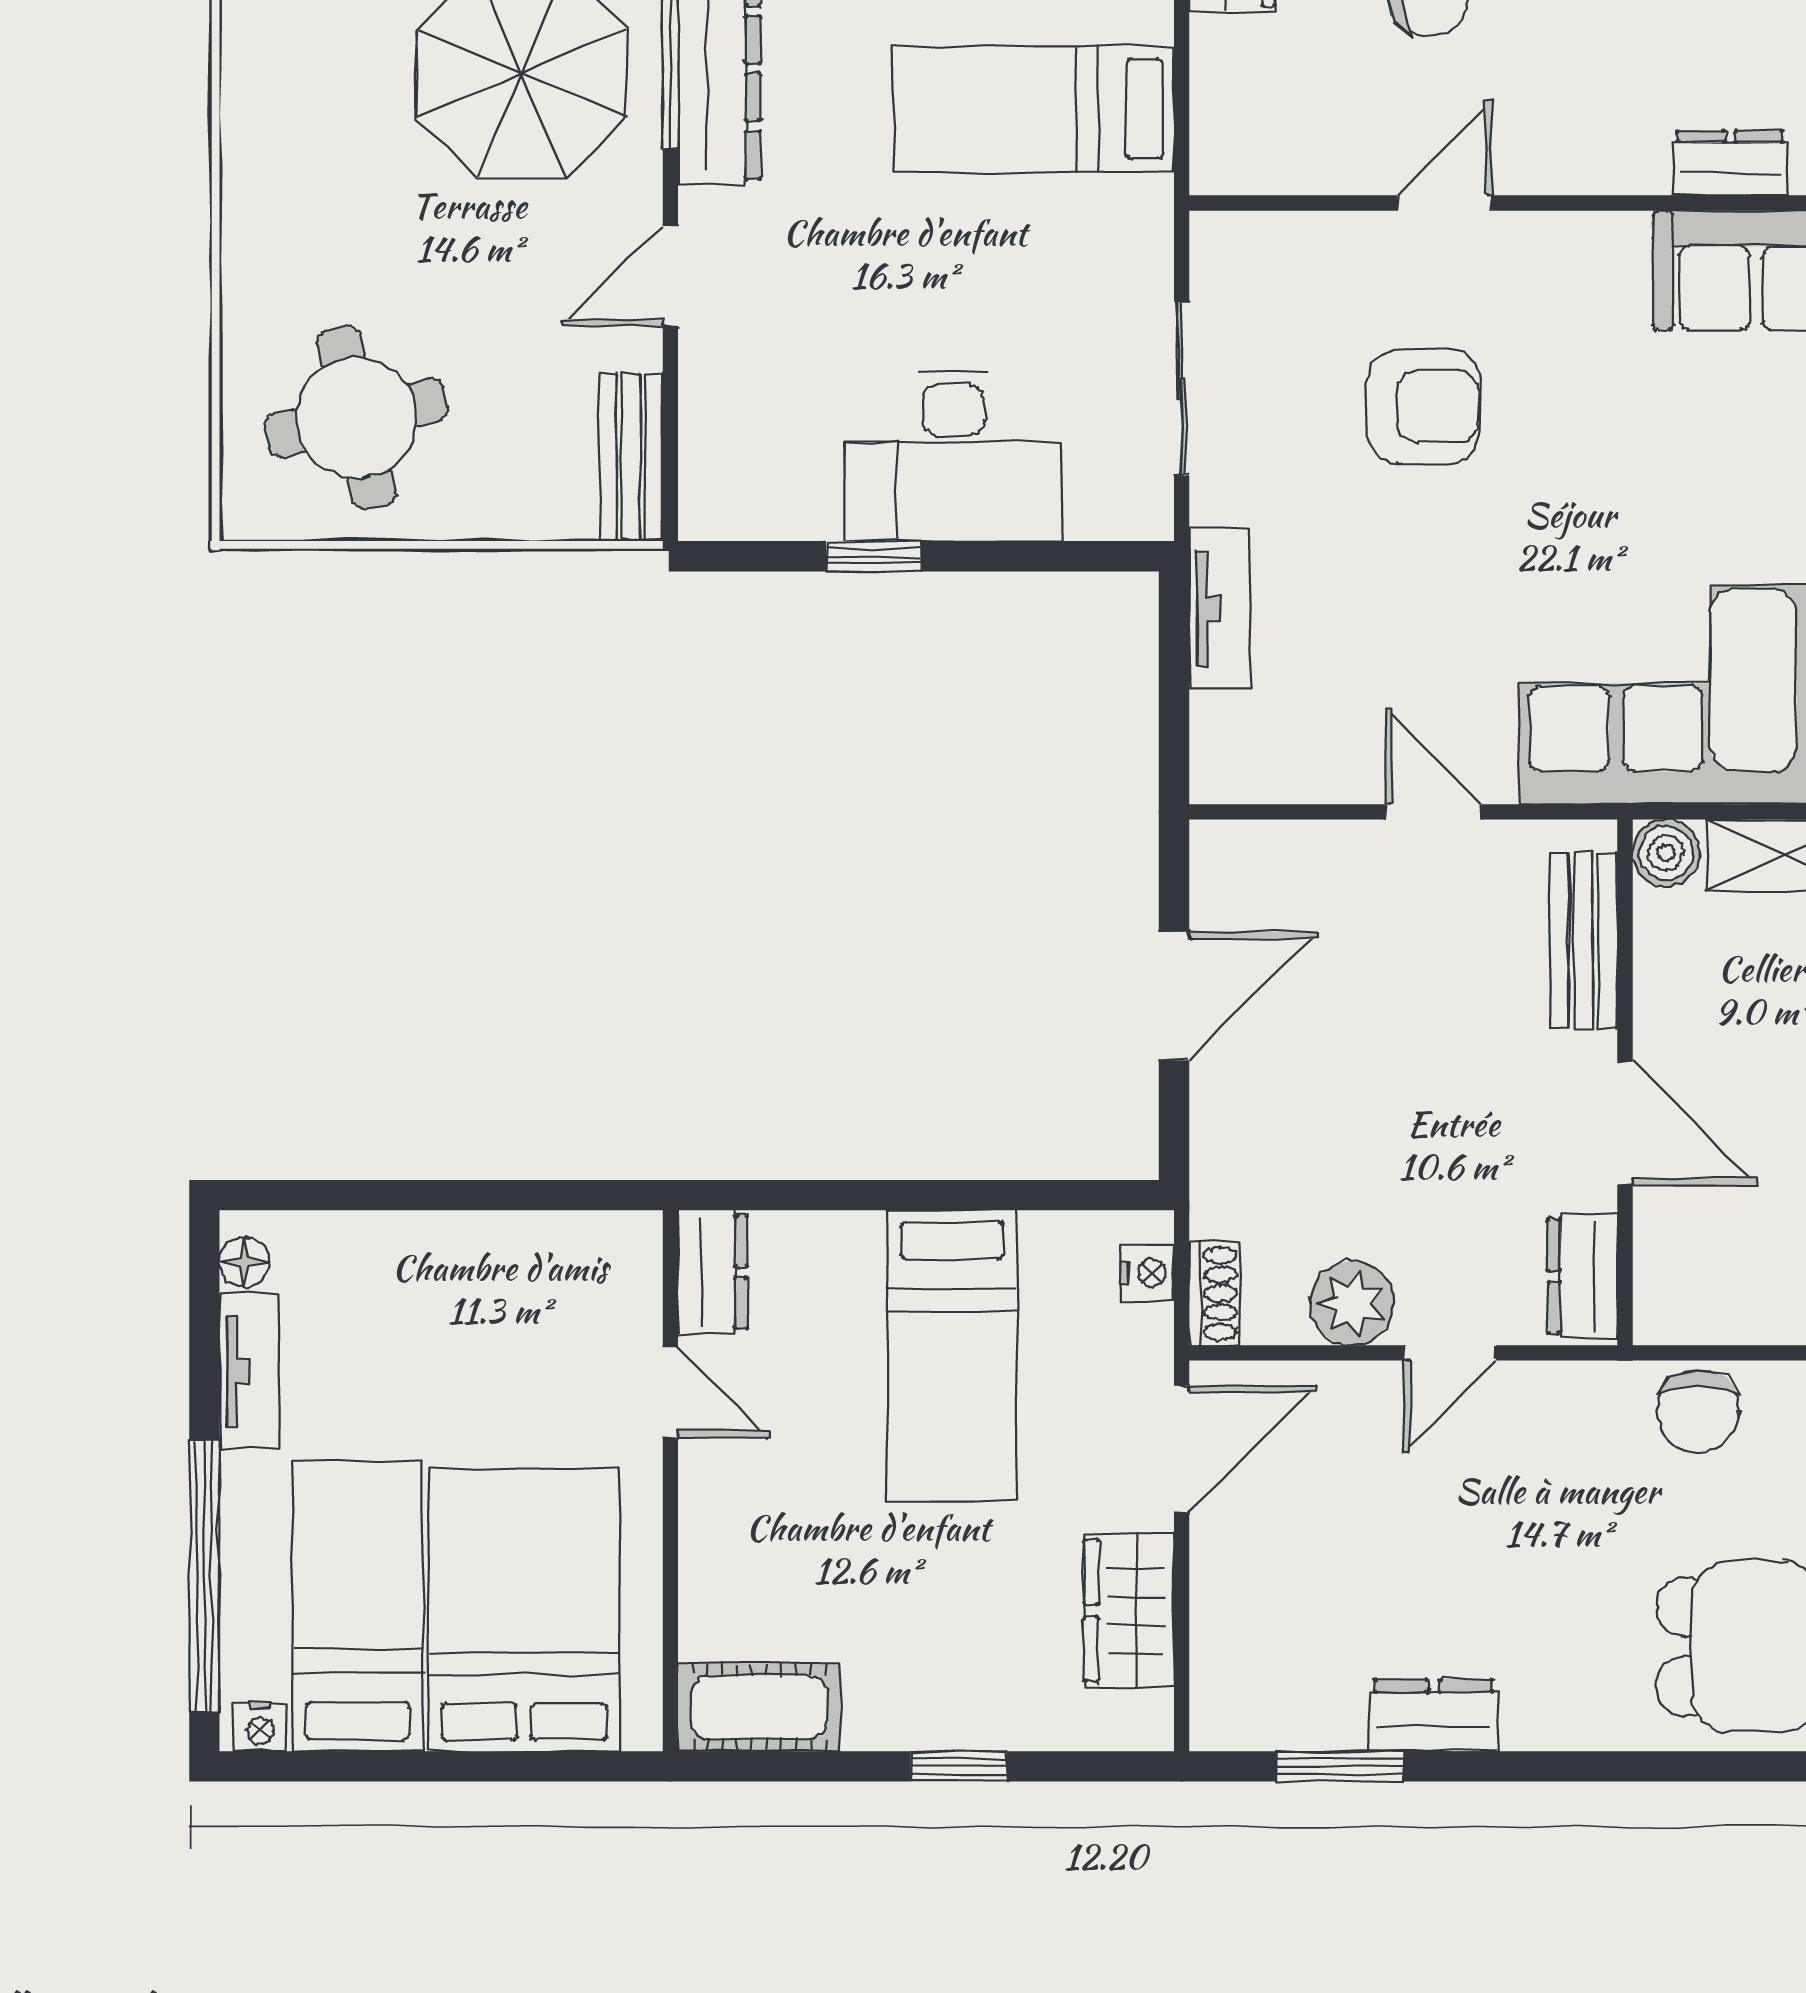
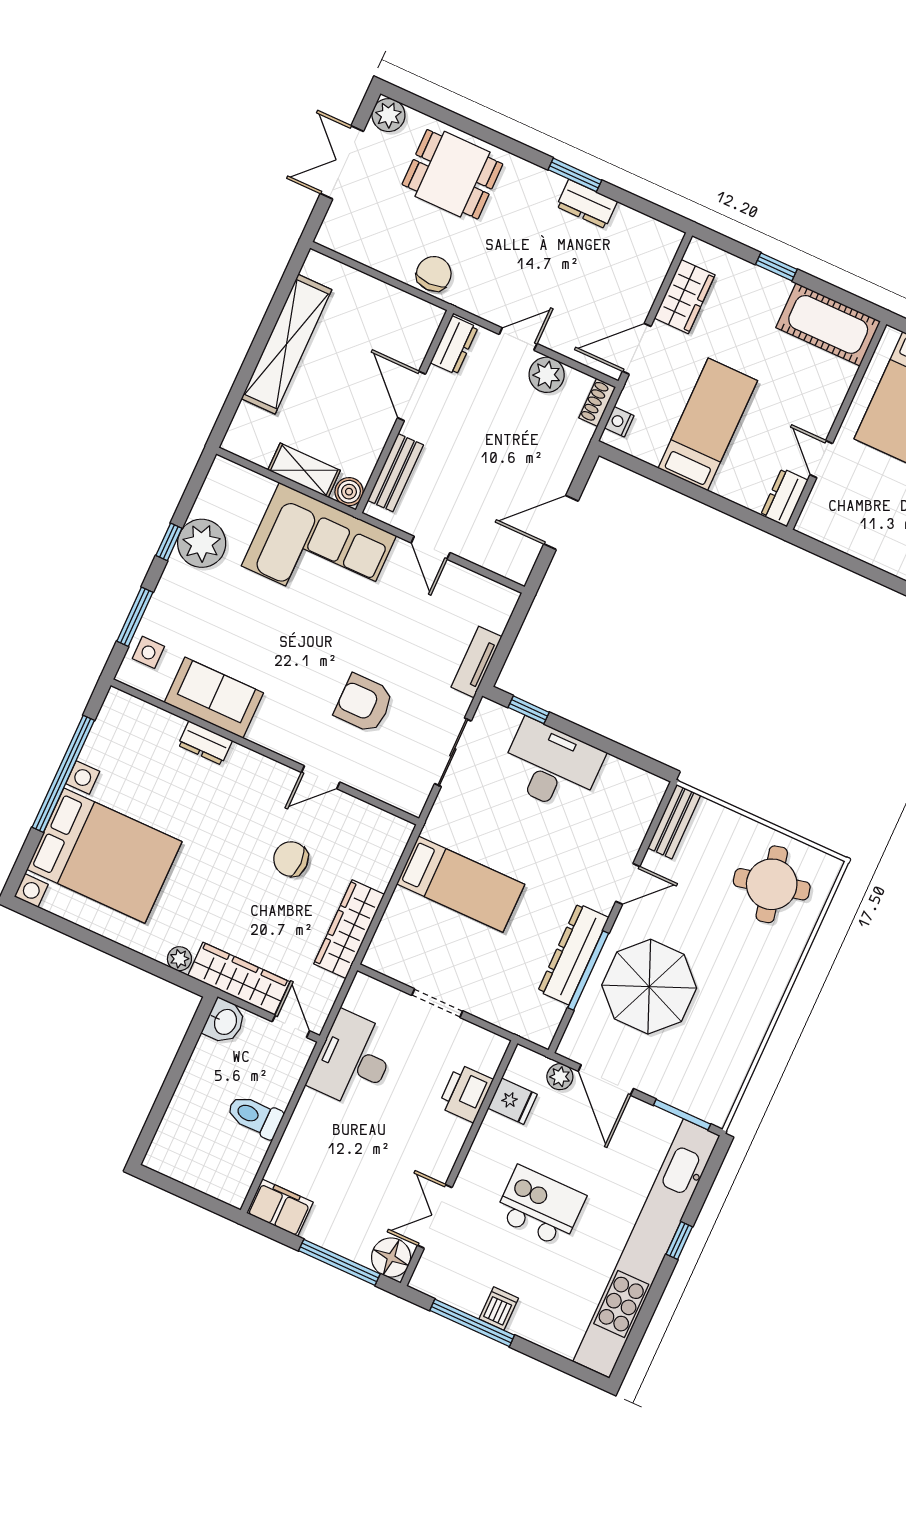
window: (873, 556) -> (529, 710), moved
cot: (759, 1707) -> (828, 324), width x1.37, depth x1.34
window: (1340, 1766) -> (575, 175), moved

